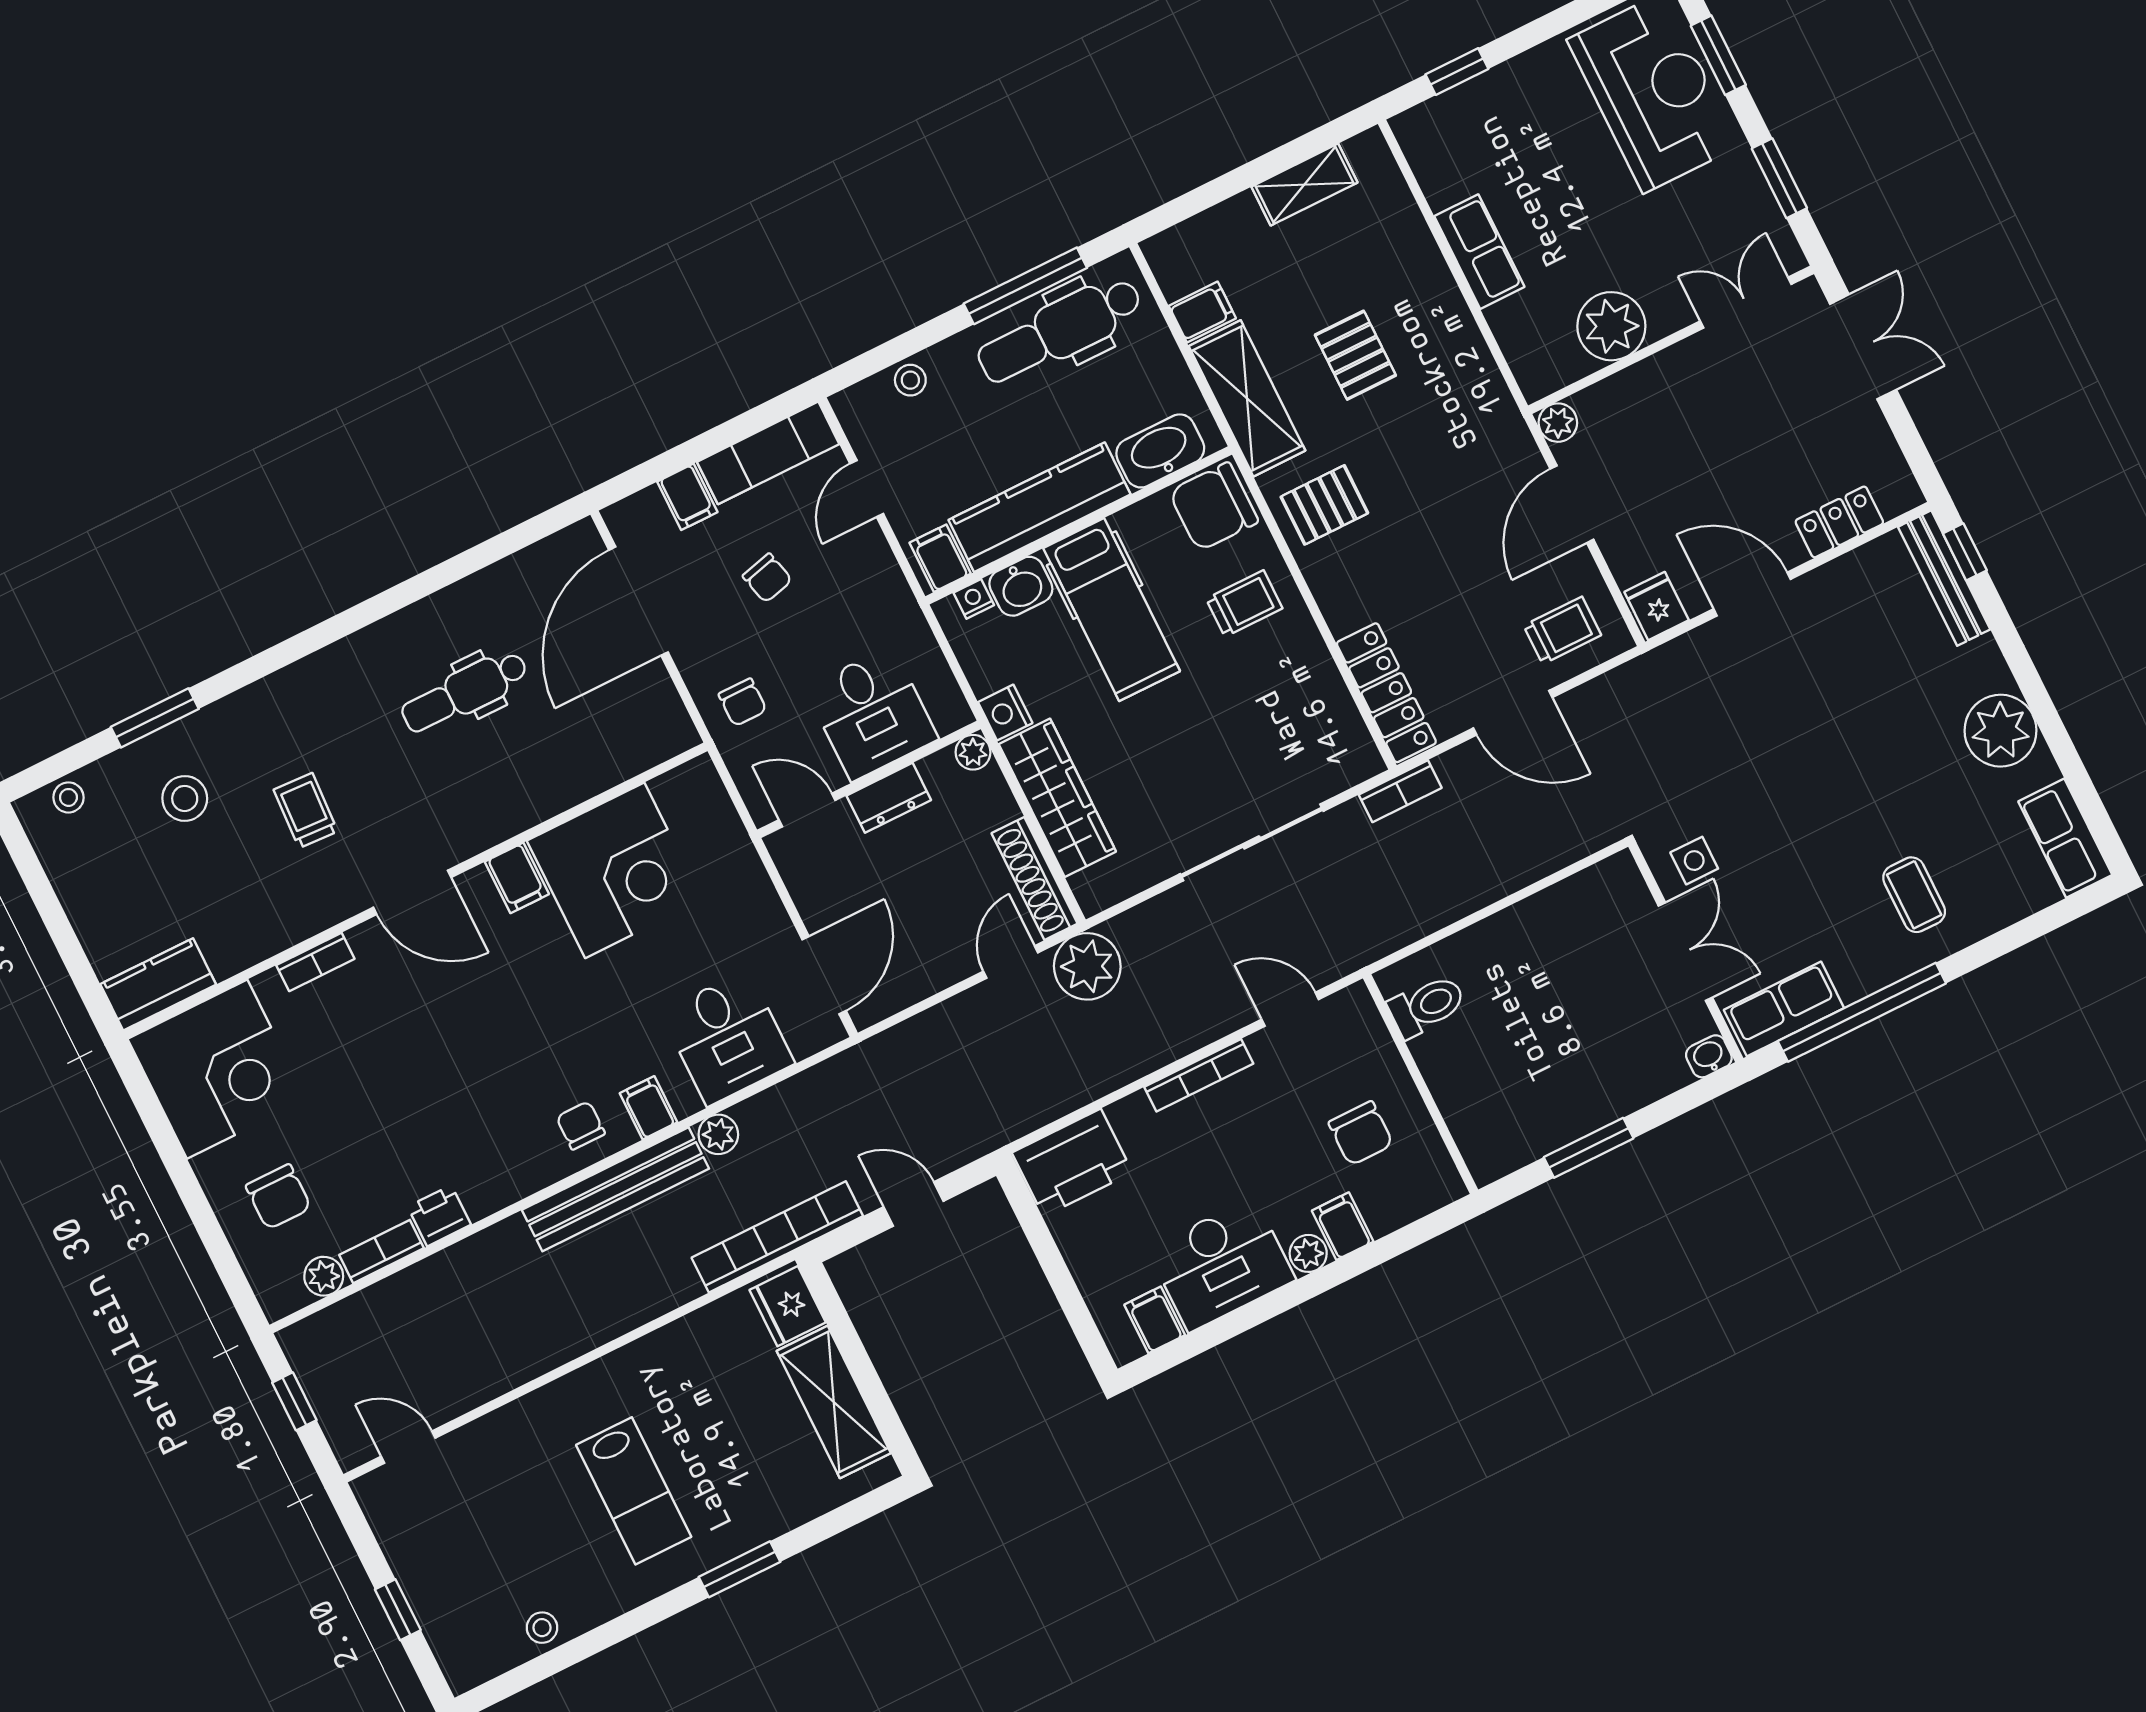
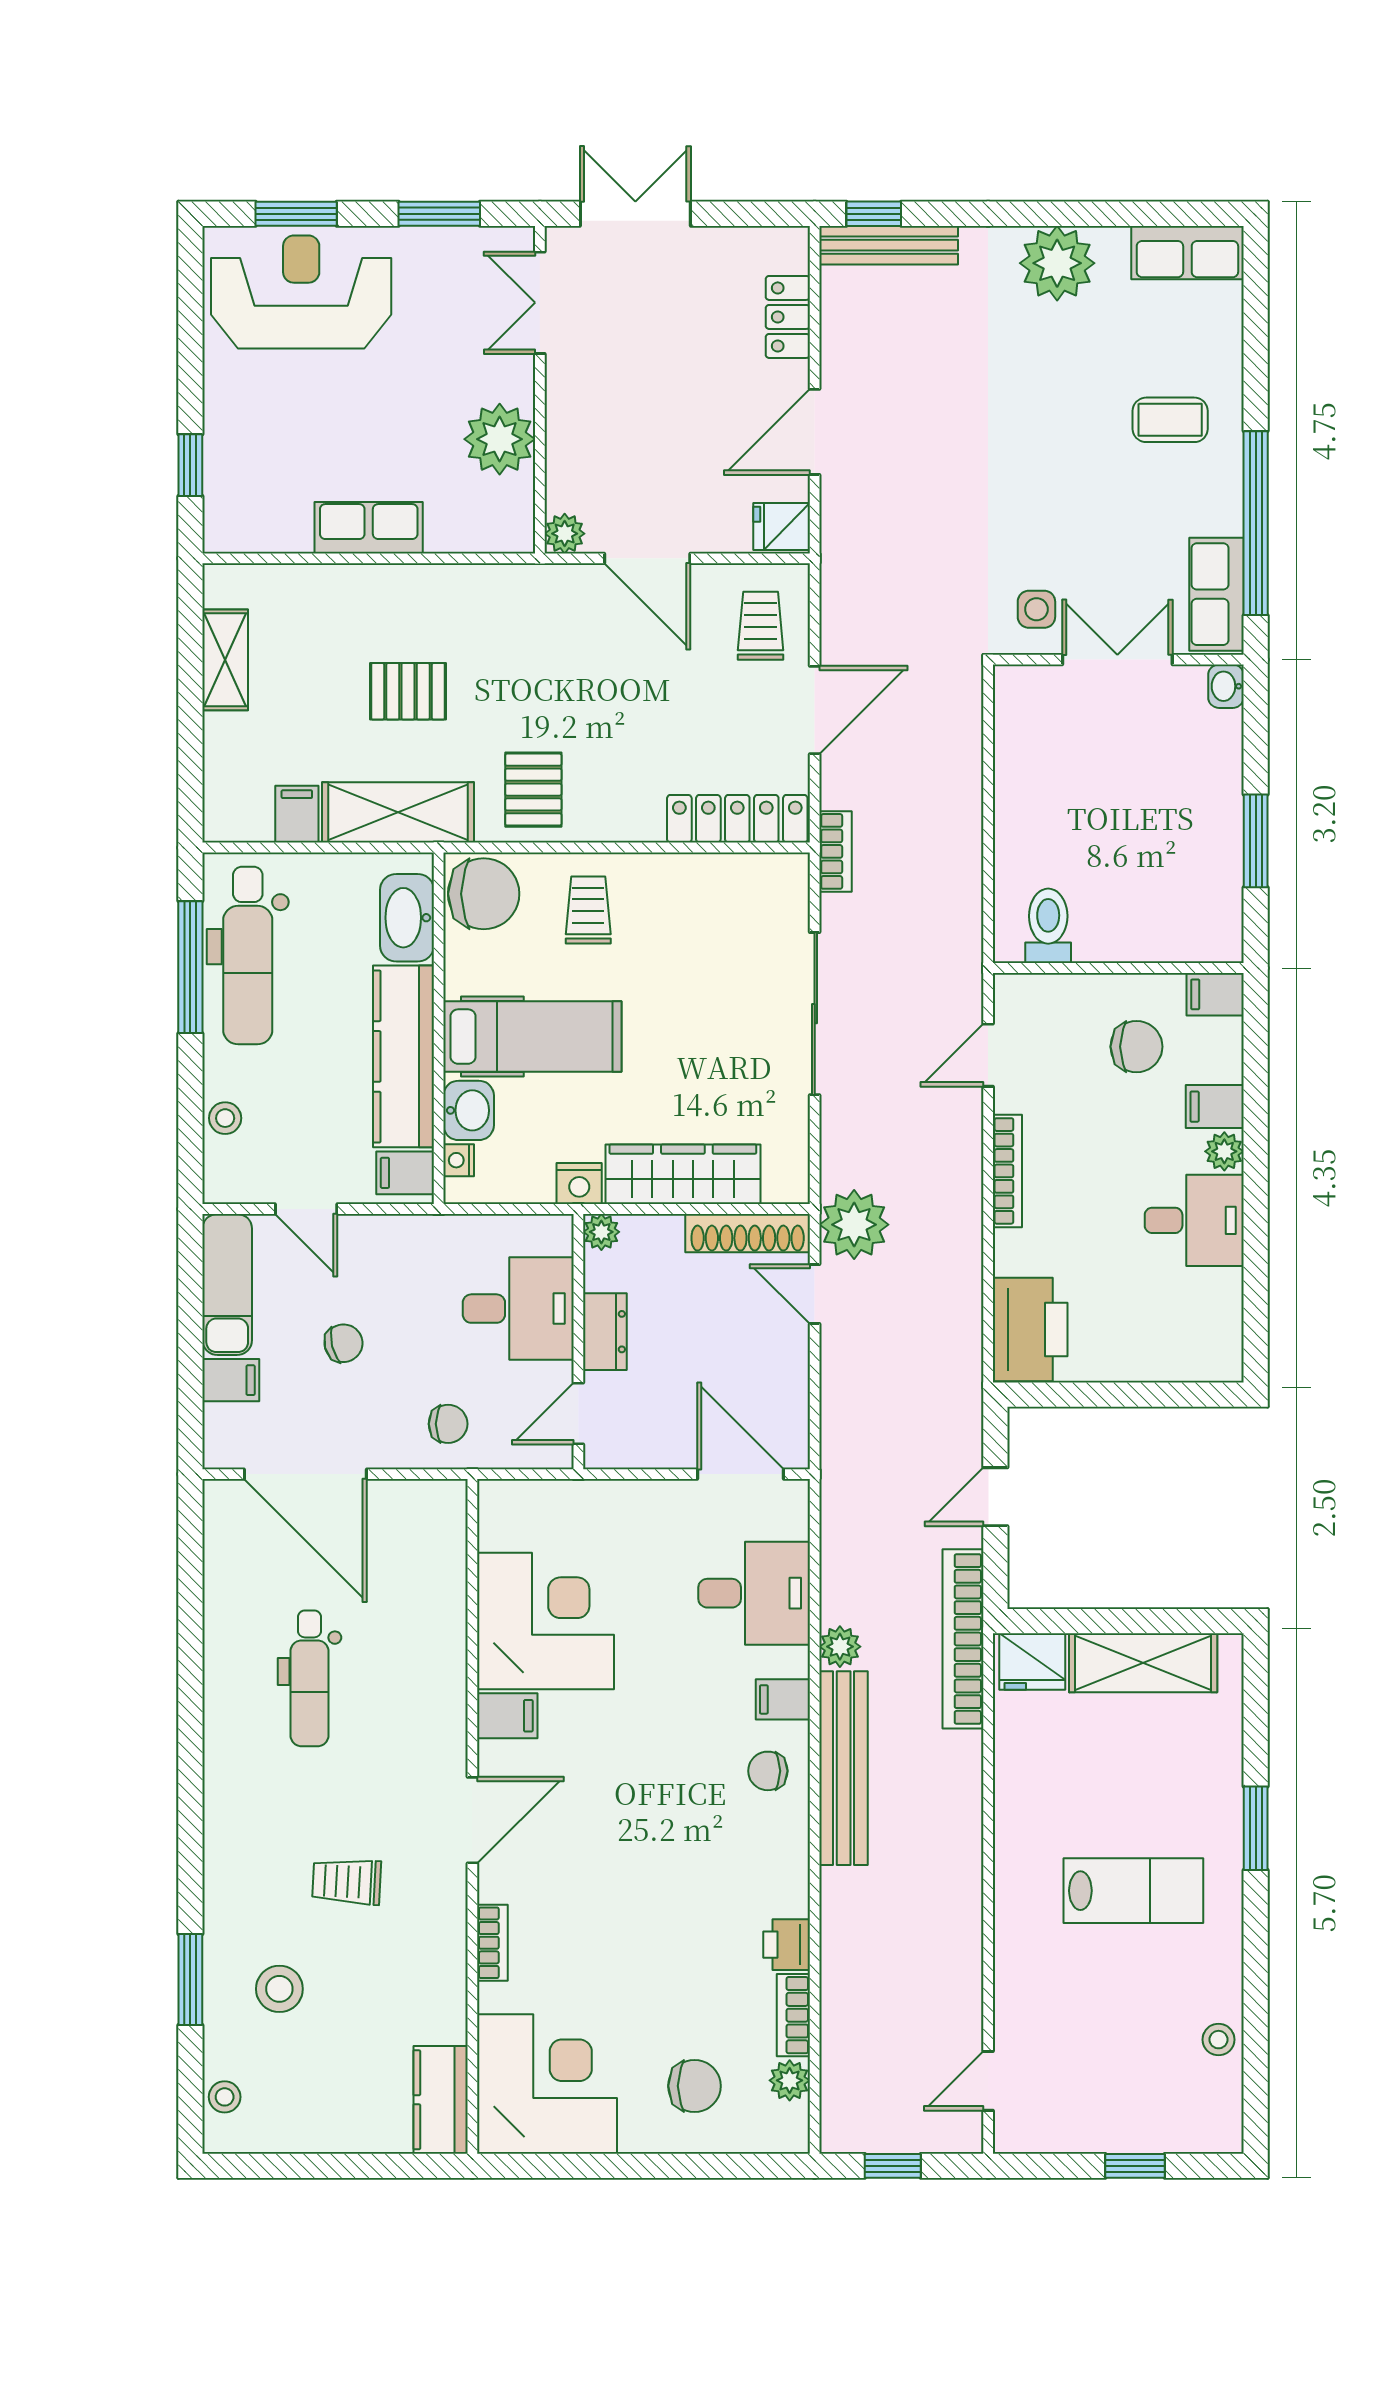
chair: (1214, 507) -> (484, 894), turned -90
desk: (1221, 1264) -> (1194, 1220), width x0.73
filing cabinet: (1155, 1320) -> (1215, 994), moved

